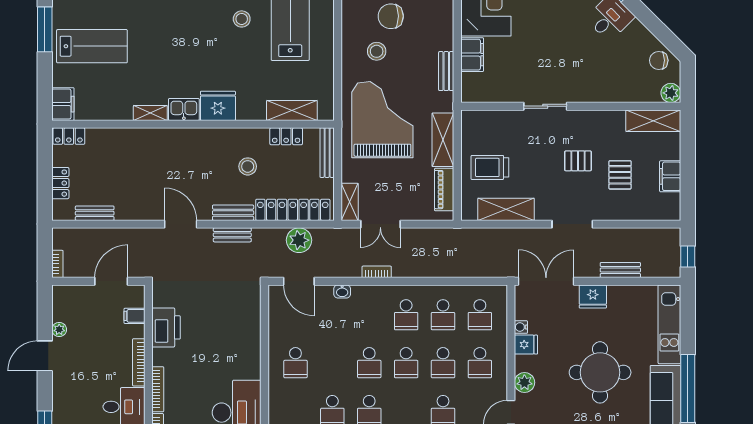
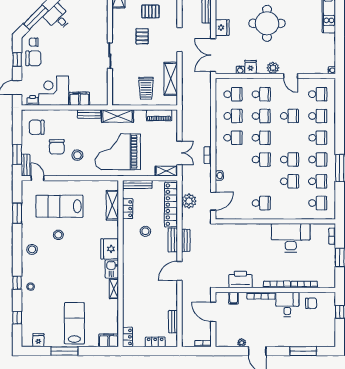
shelving: (443, 140) -> (117, 116), moved

